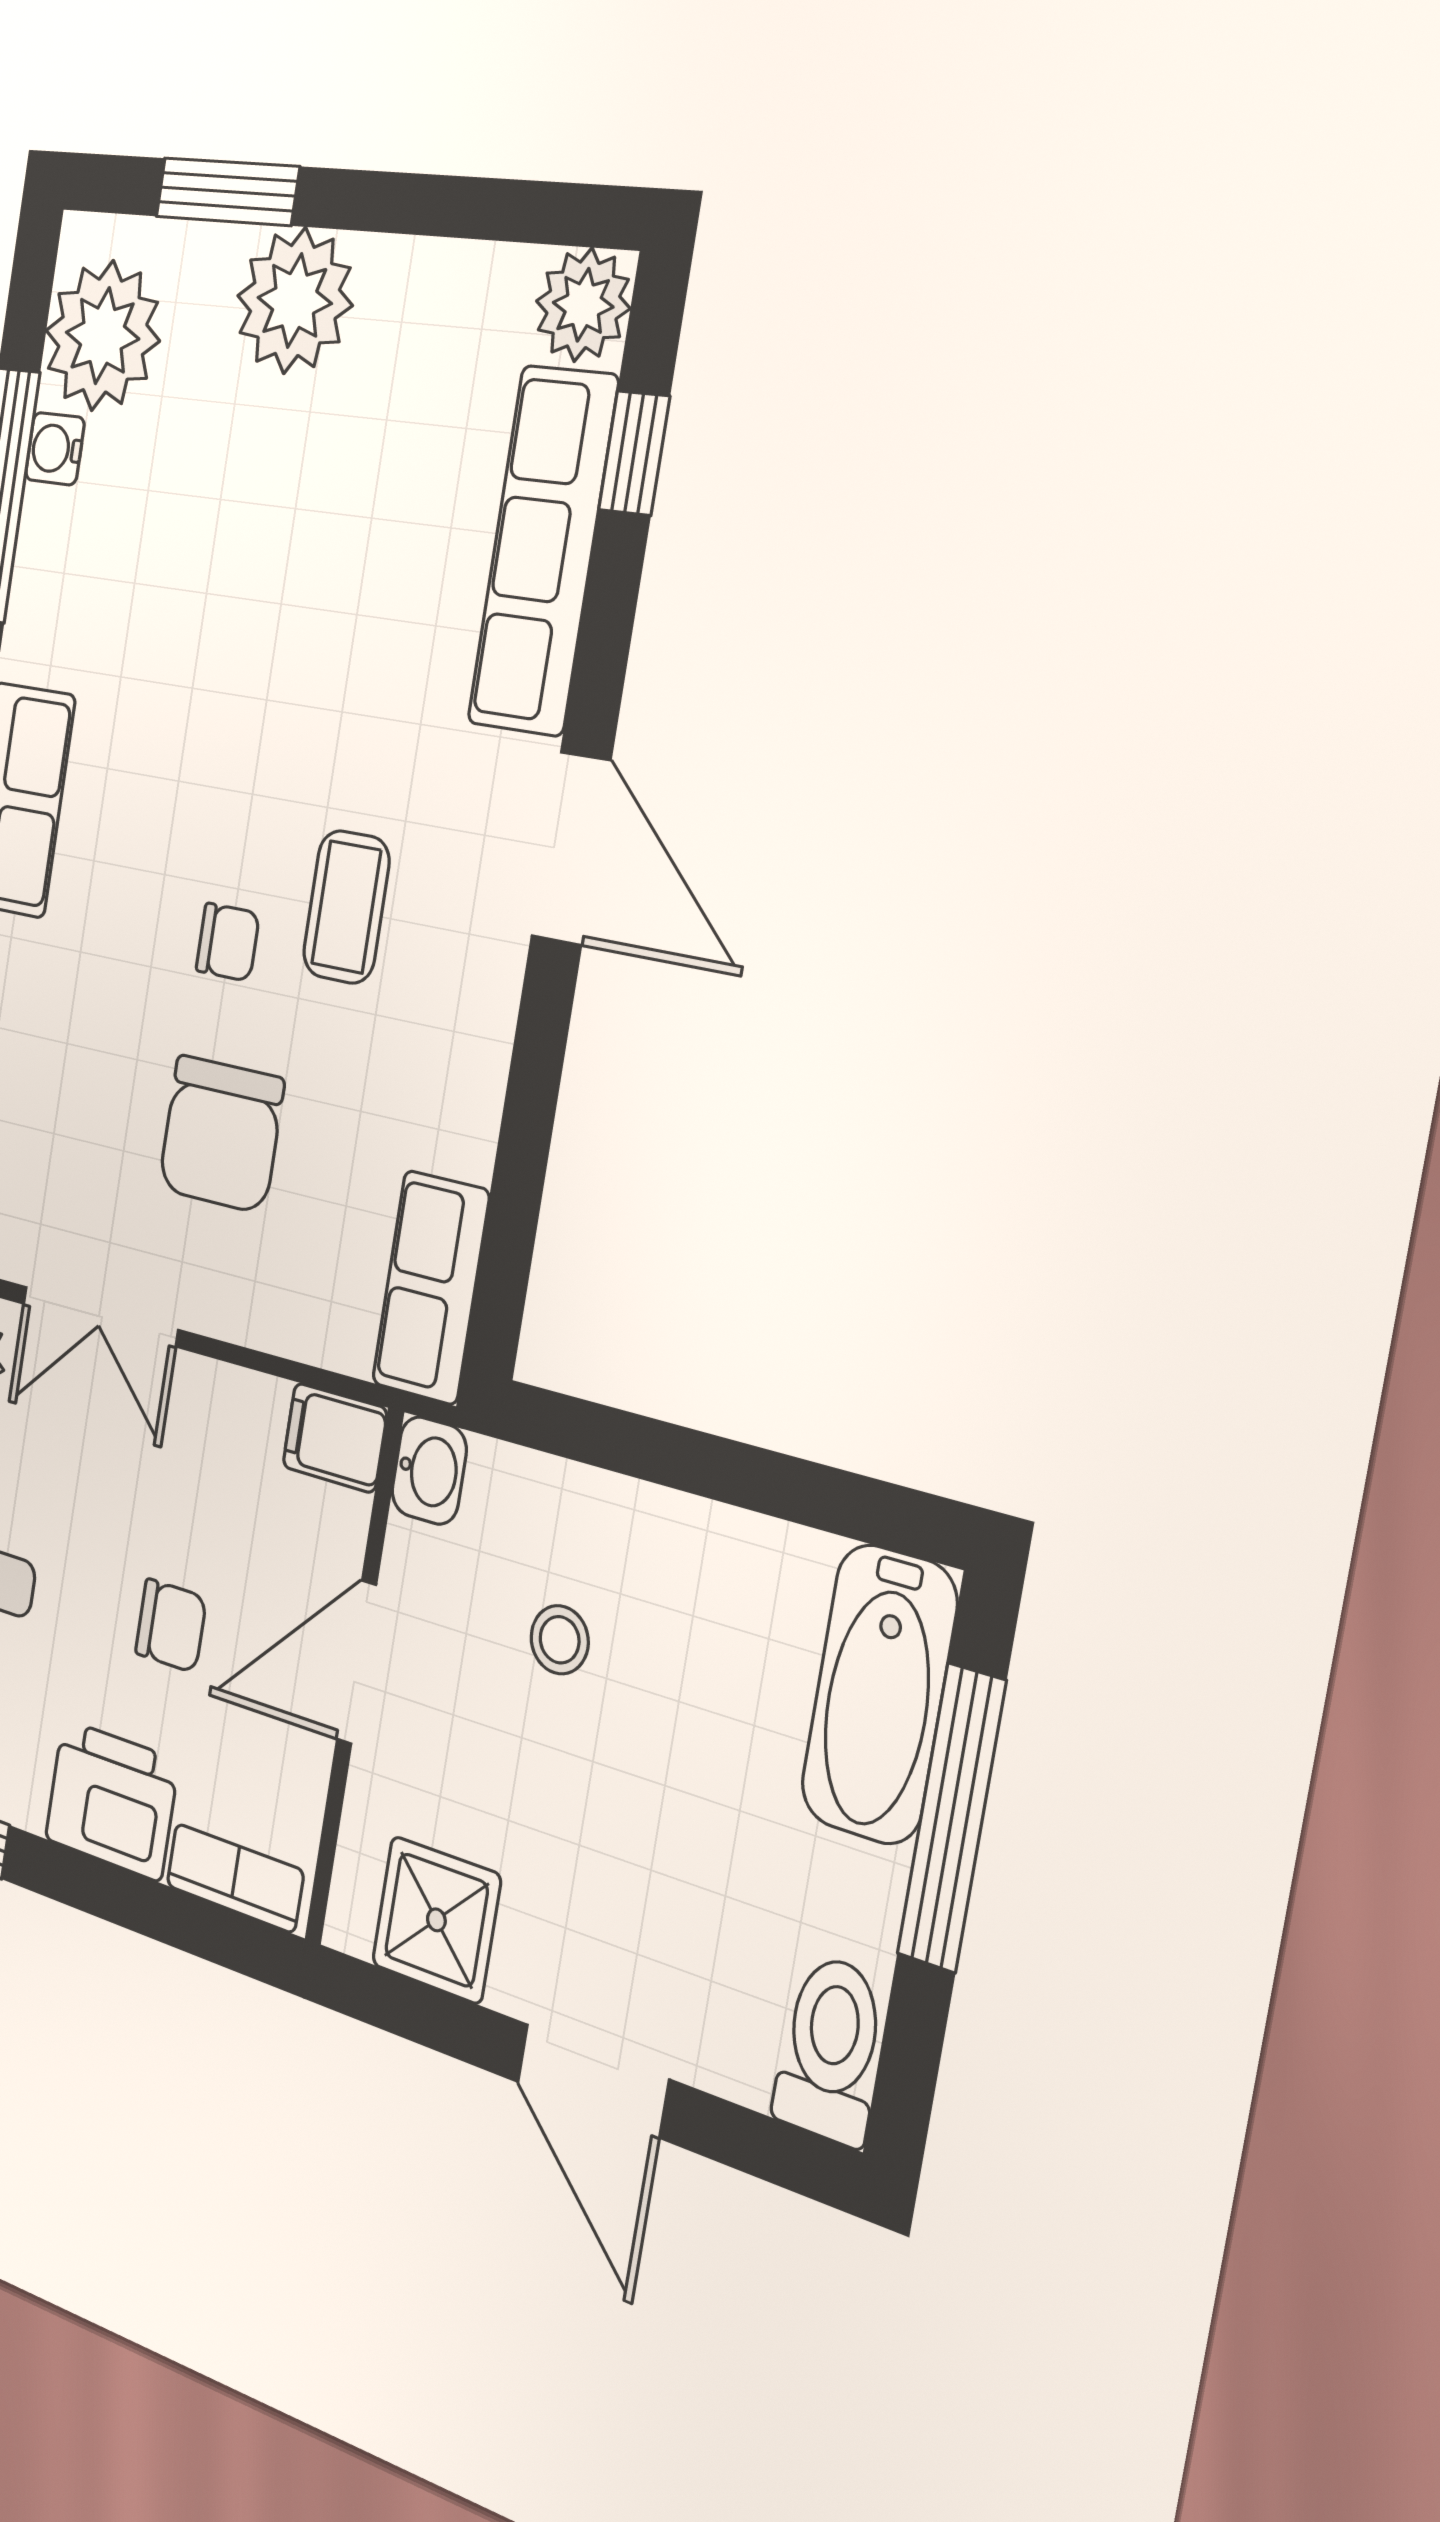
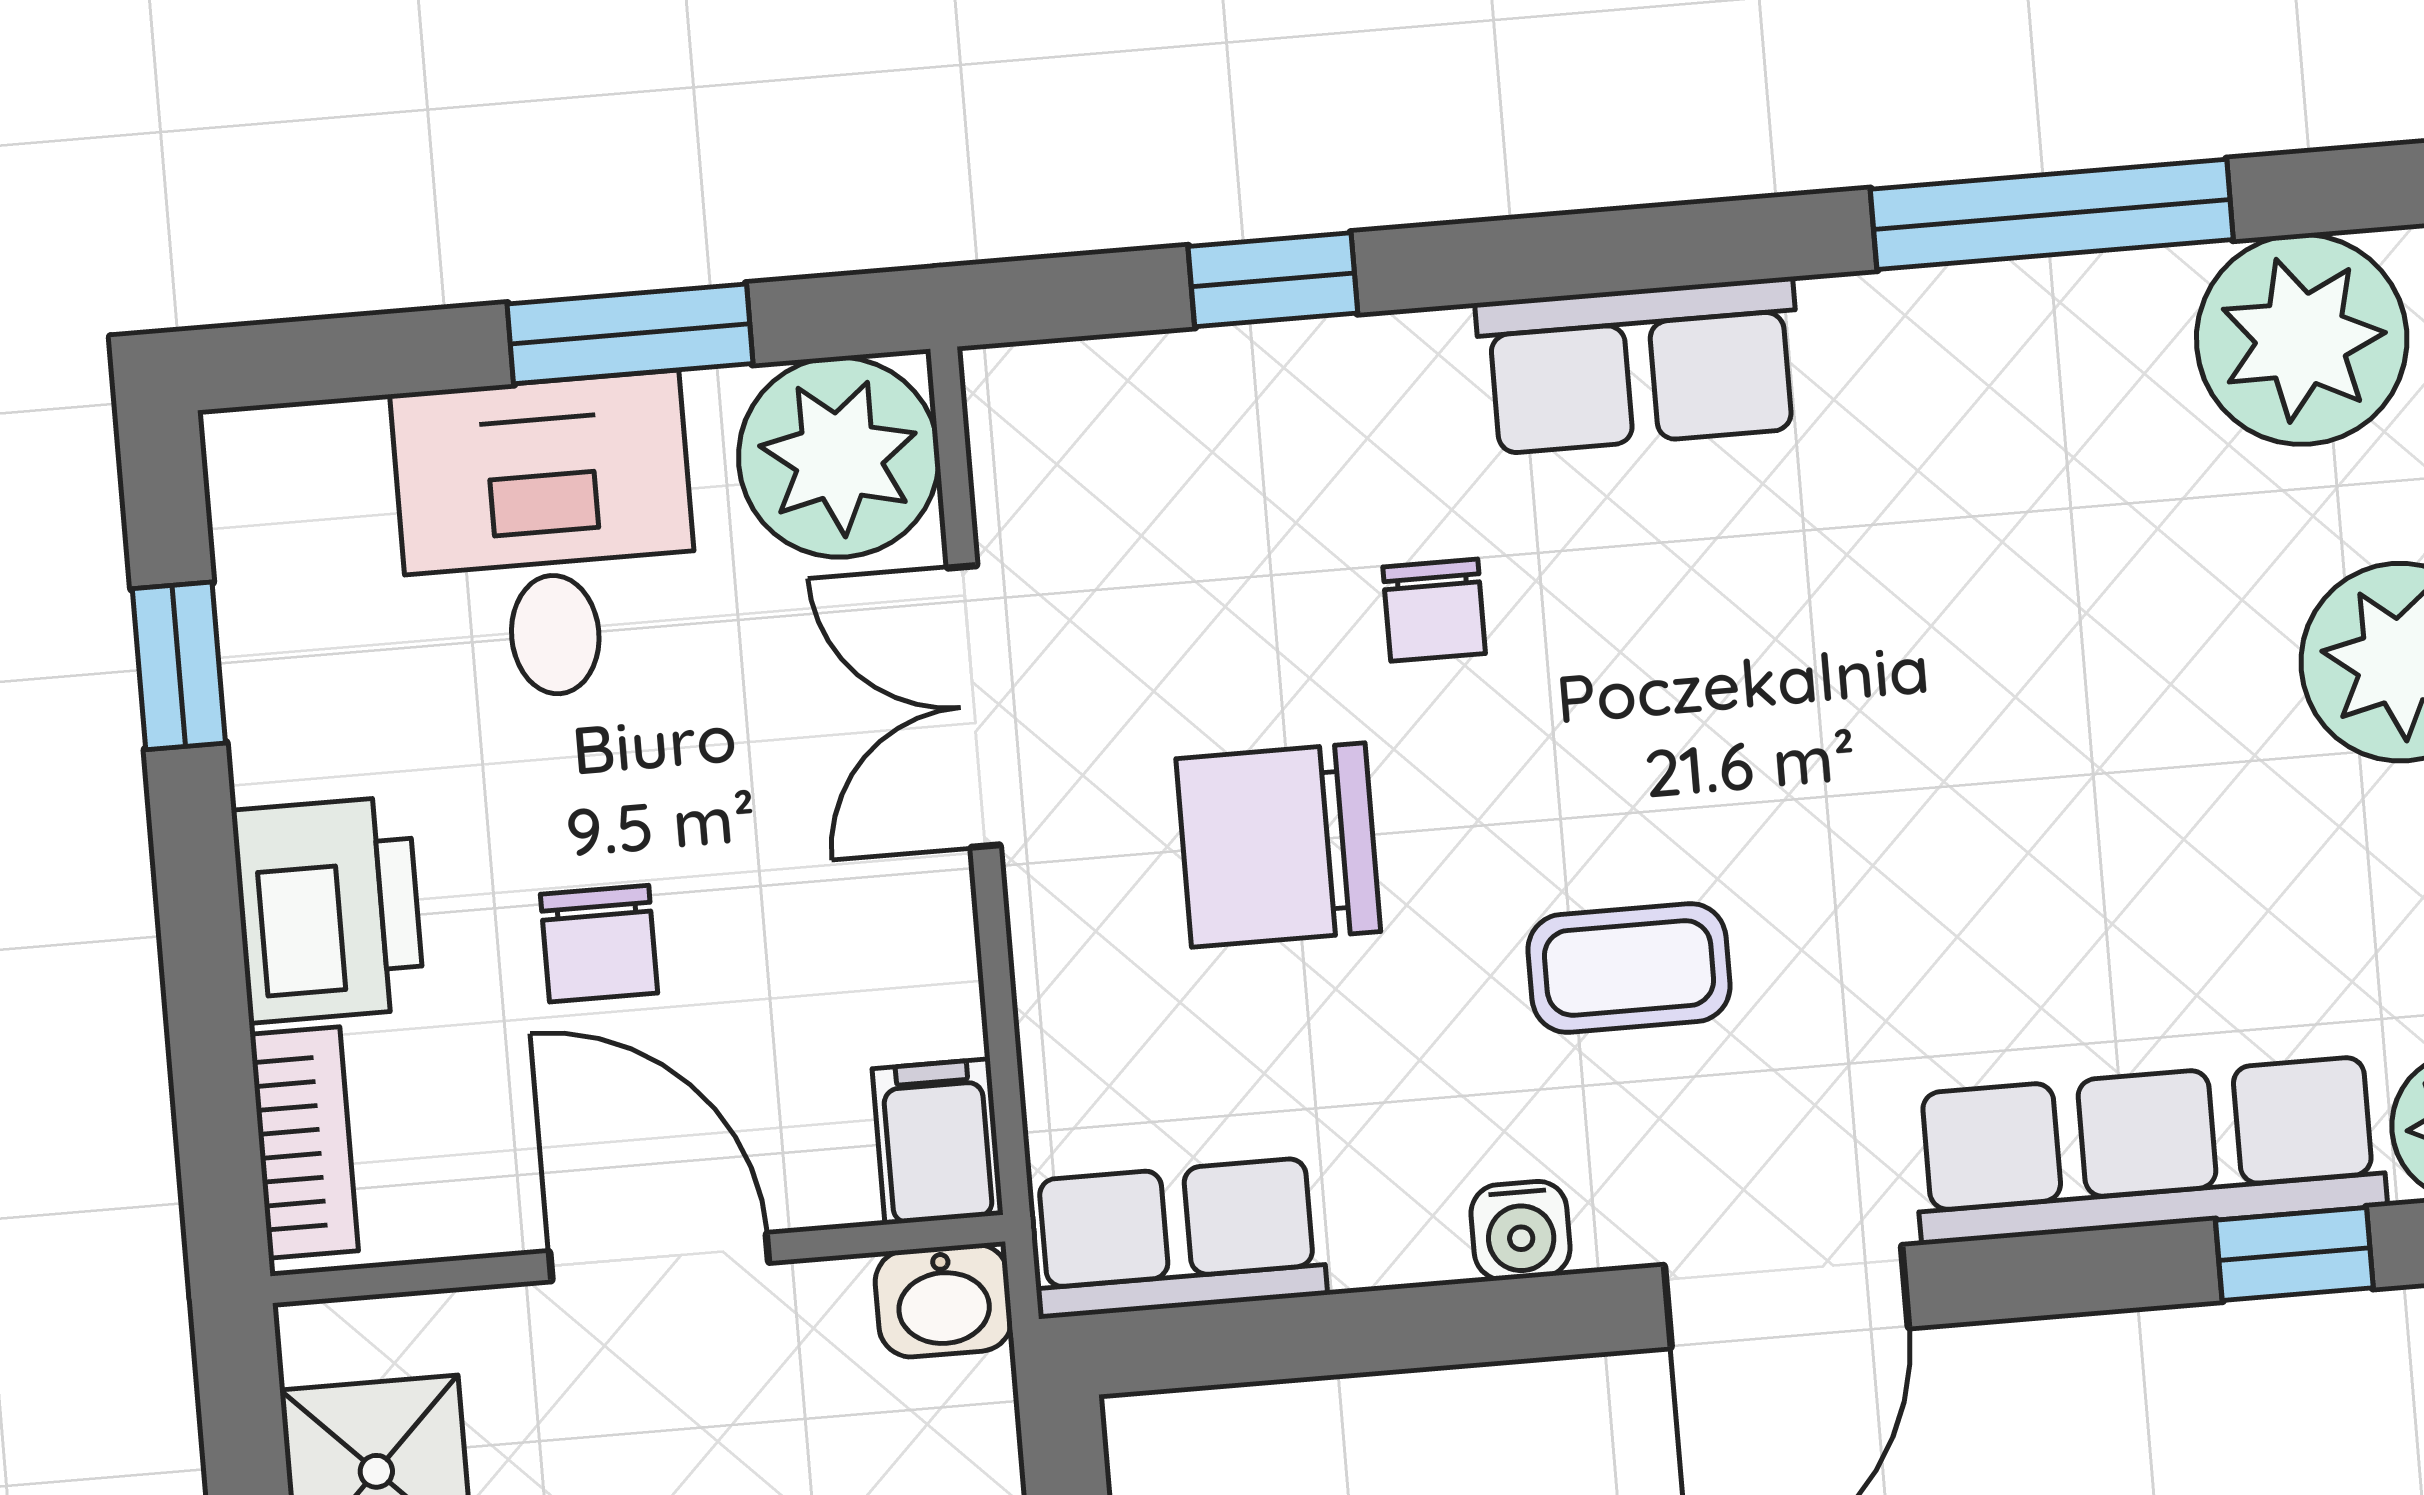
water cooler: (55, 449) -> (1521, 1231), moved, turned 180
chair: (228, 942) -> (1434, 610), moved

